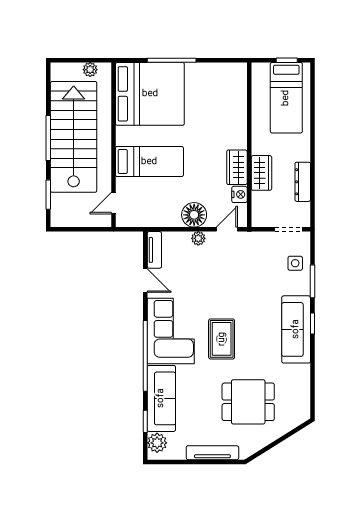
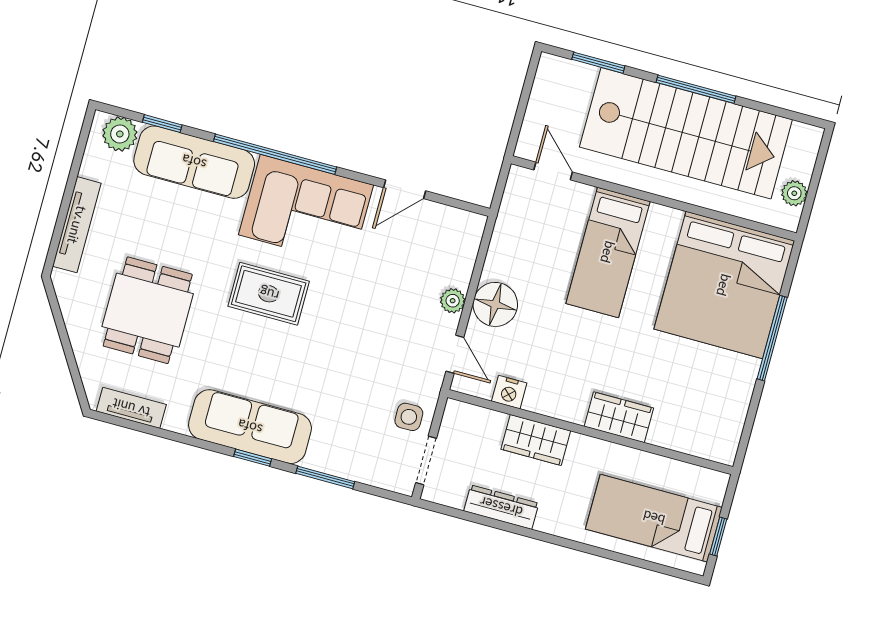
wardrobe: (237, 167) -> (619, 417), moved
tv unit: (154, 250) -> (131, 408), moved, turned 180
side table: (295, 263) -> (409, 417), moved

